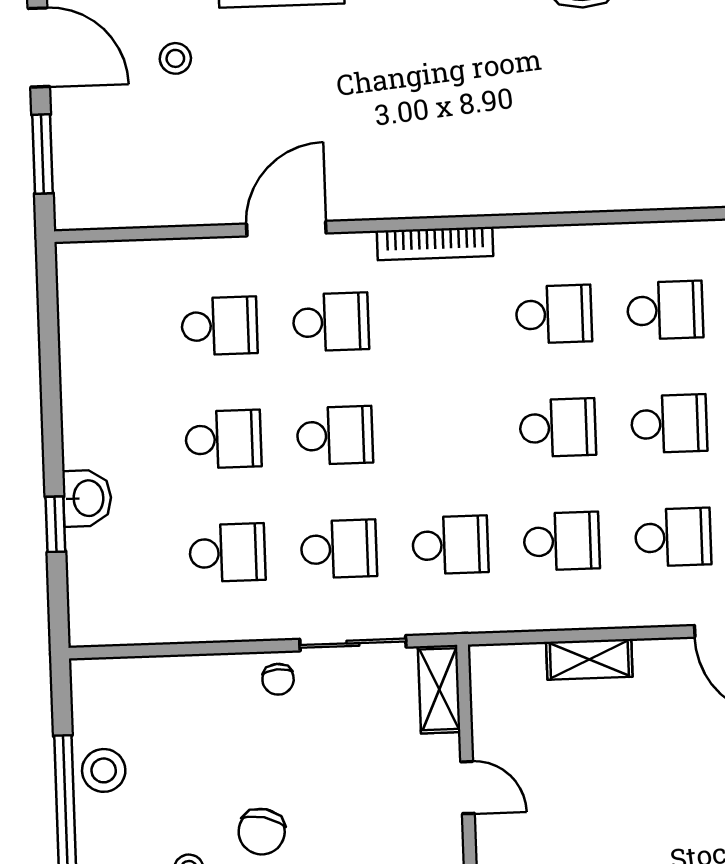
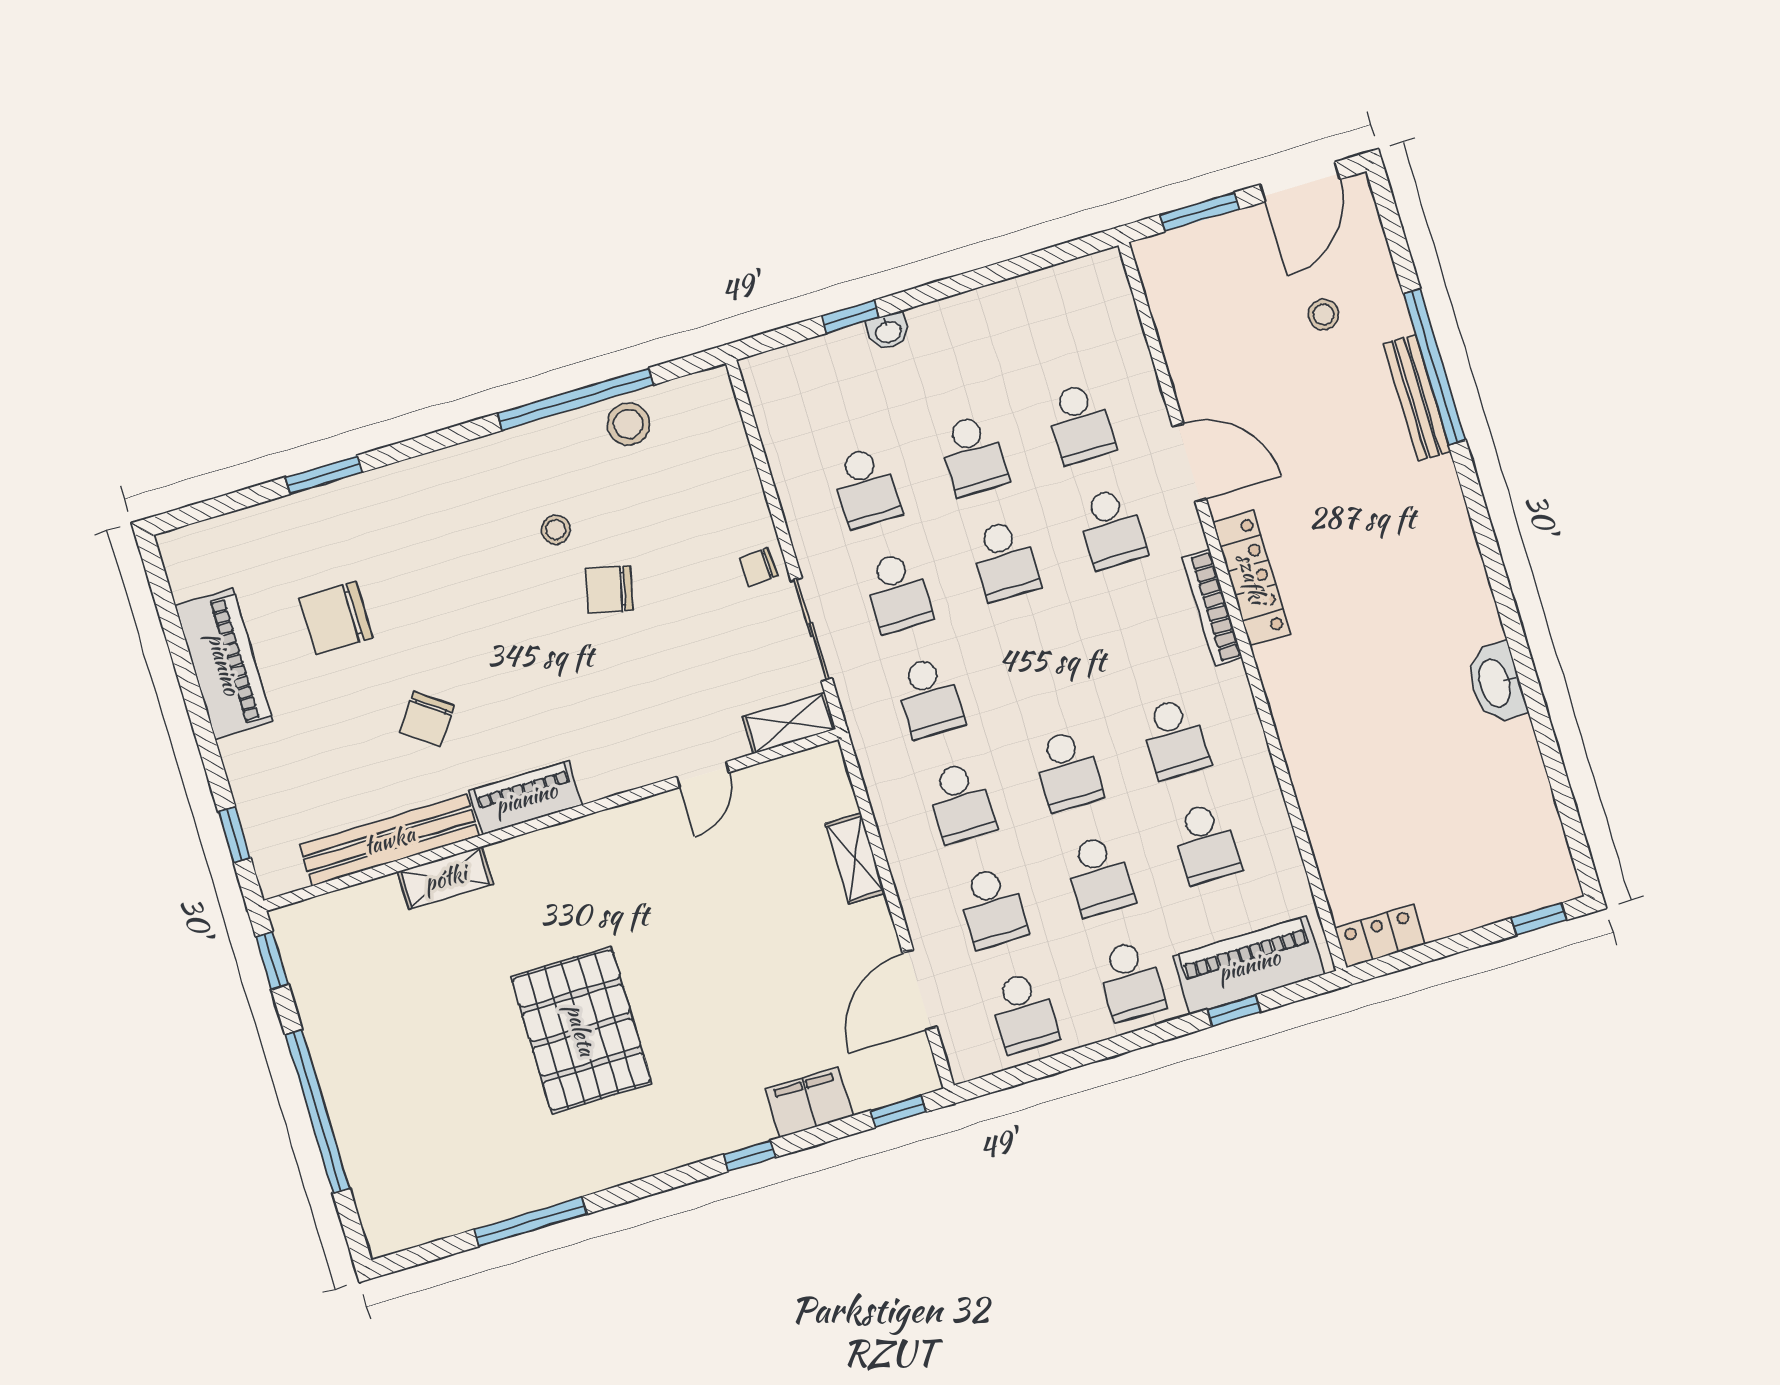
locker: (416, 197) -> (1252, 578), added
washbasin: (87, 498) -> (888, 331), width x0.72, depth x0.69

